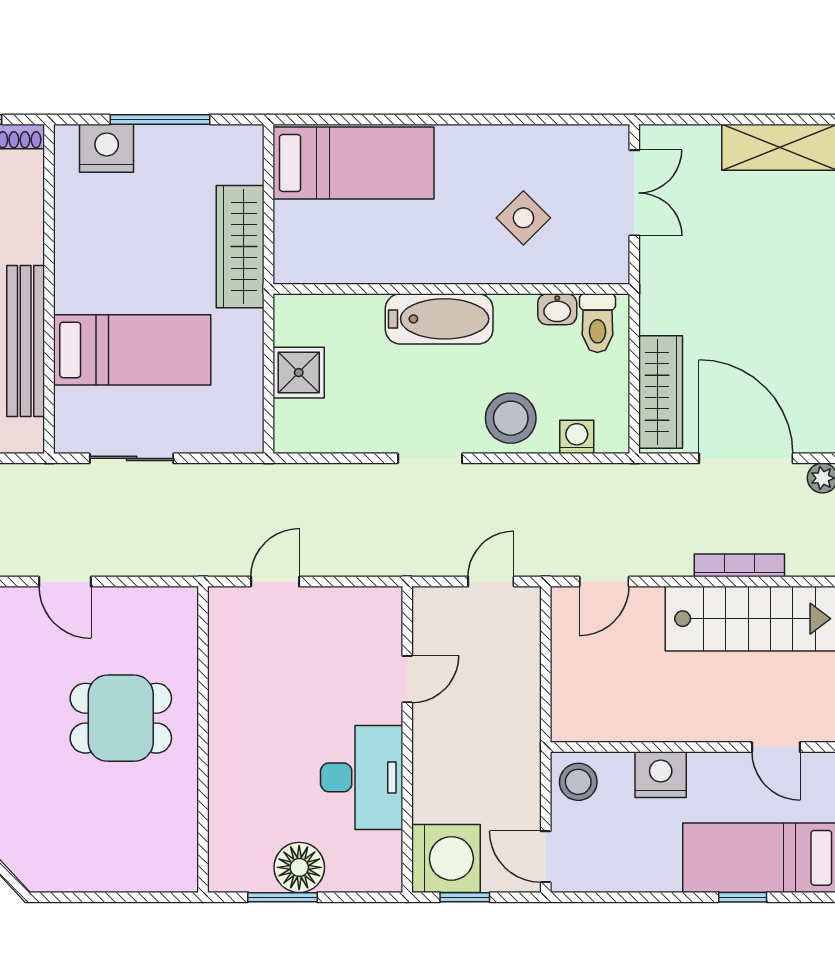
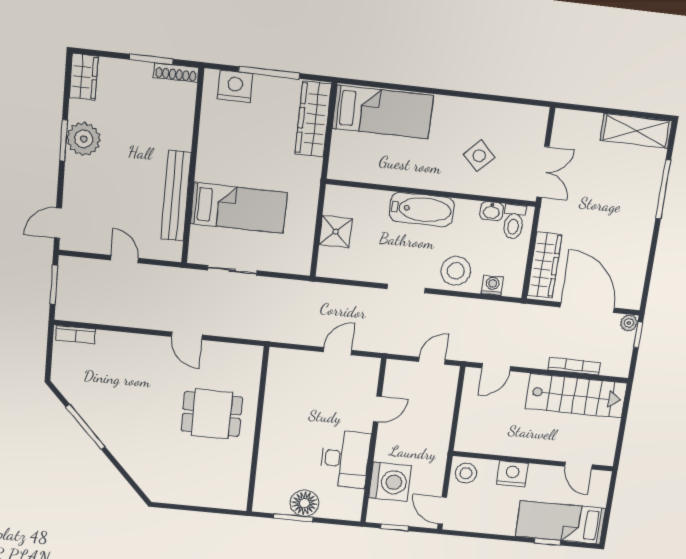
double door: (634, 193) -> (543, 172), moved
wardrobe: (240, 247) -> (313, 119), moved
door: (275, 582) -> (337, 351), moved
washing machine: (446, 858) -> (390, 482), moved

